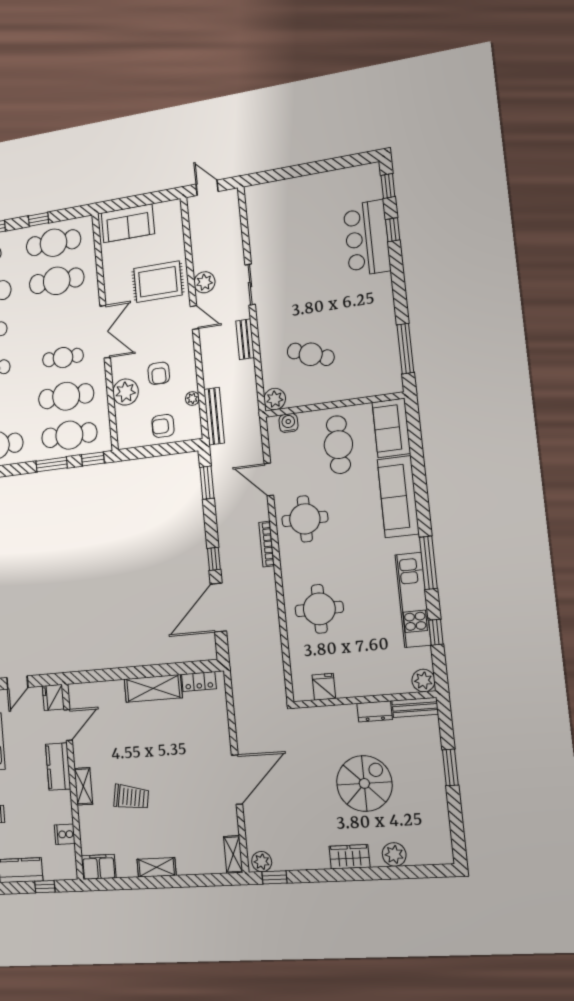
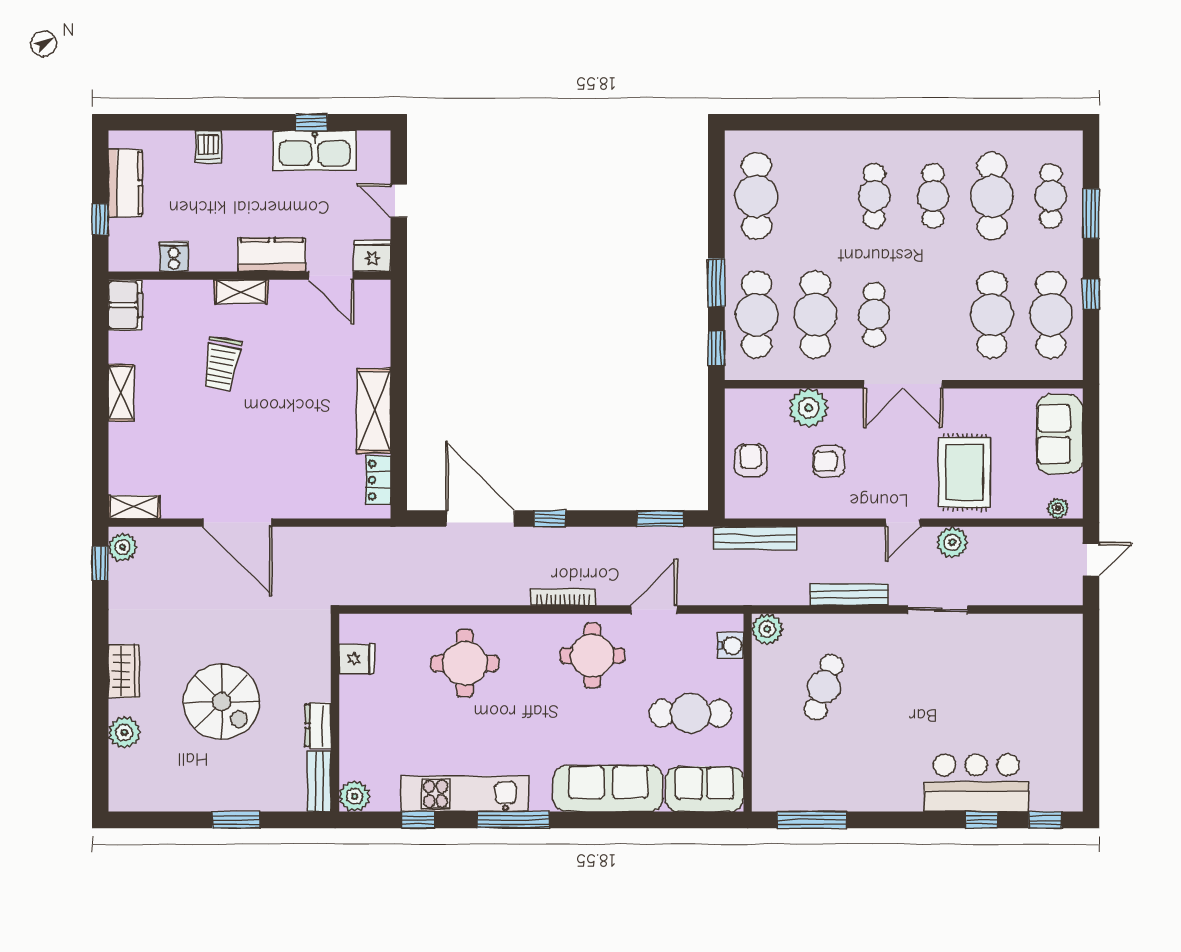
bench: (245, 339) -> (849, 595), width x1.36
plant: (192, 398) -> (1058, 508), moved

